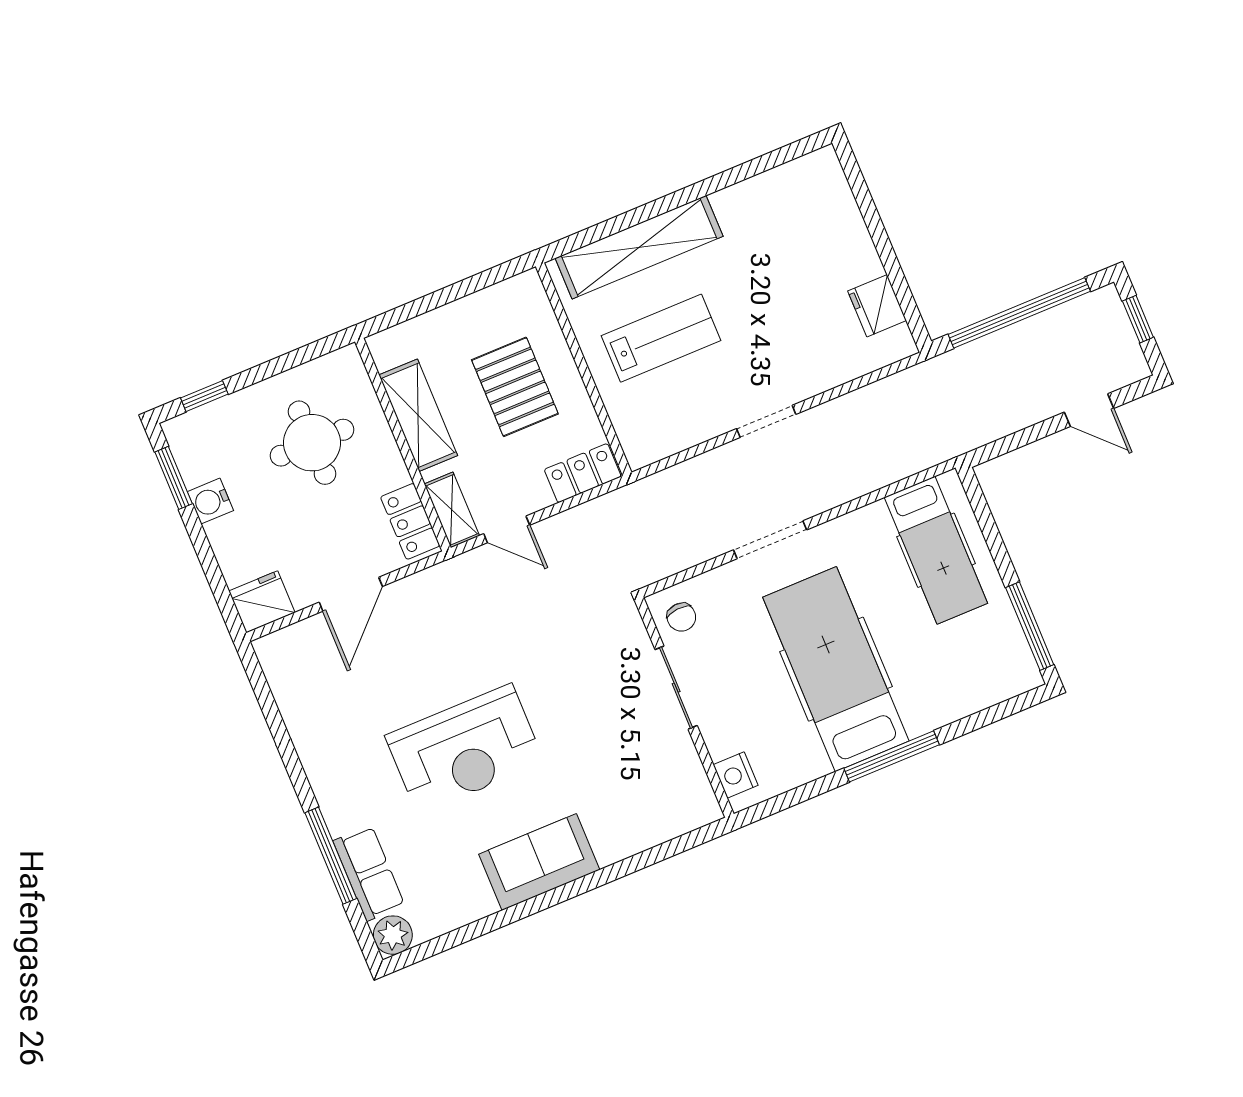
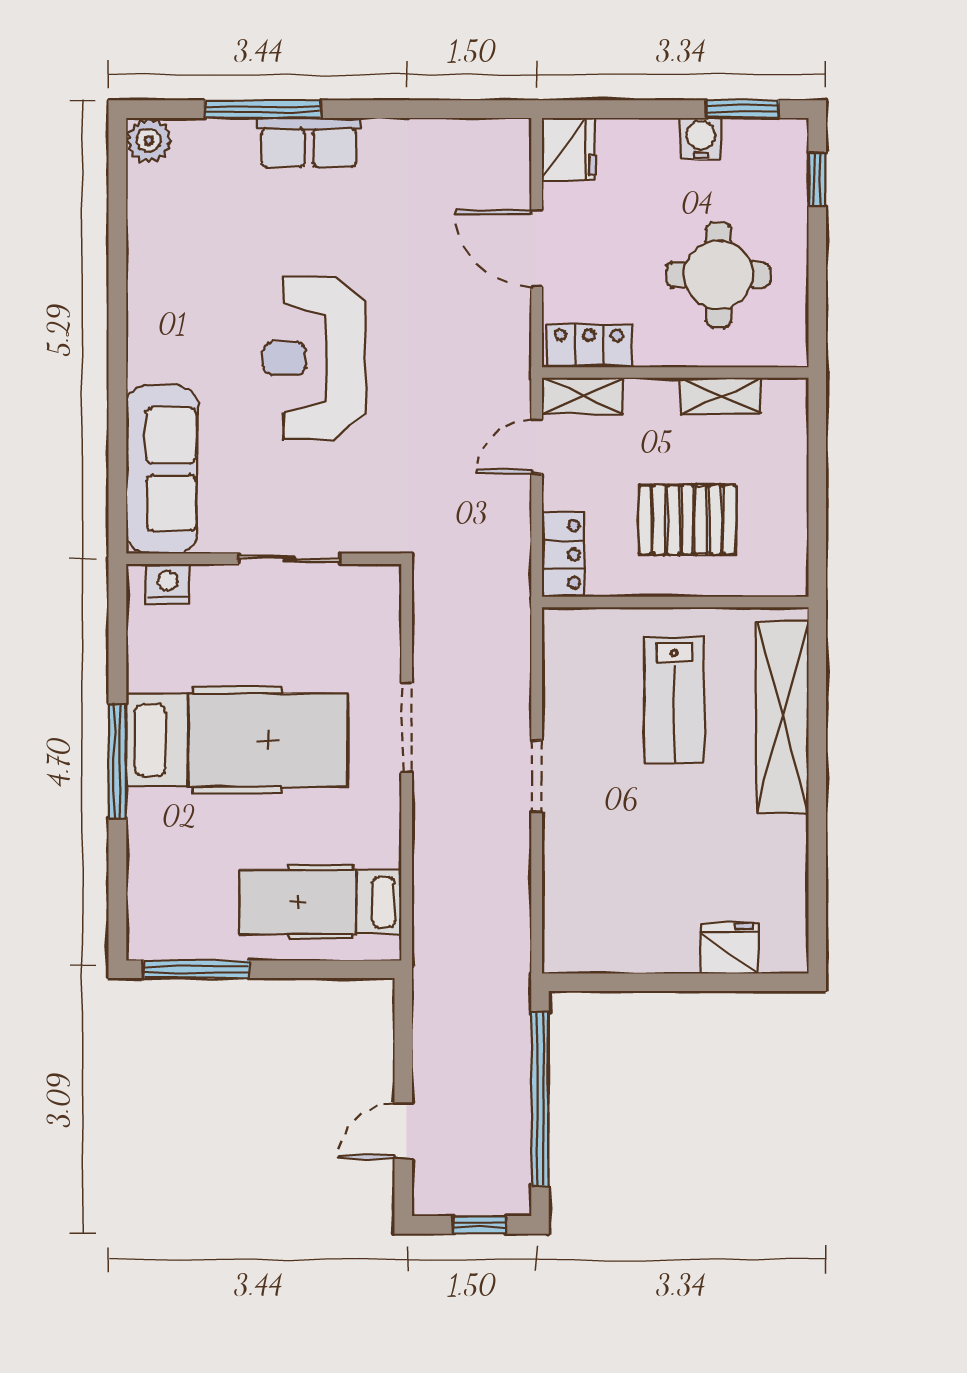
fridge: (877, 306) -> (729, 948), moved
shelving: (418, 415) -> (721, 396), width x0.67, depth x0.75
chair: (681, 617) -> (363, 596), removed
reception desk: (465, 749) -> (314, 358), moved
sofa: (539, 862) -> (162, 469), moved, width x1.36
row of seats: (369, 873) -> (309, 142), moved

